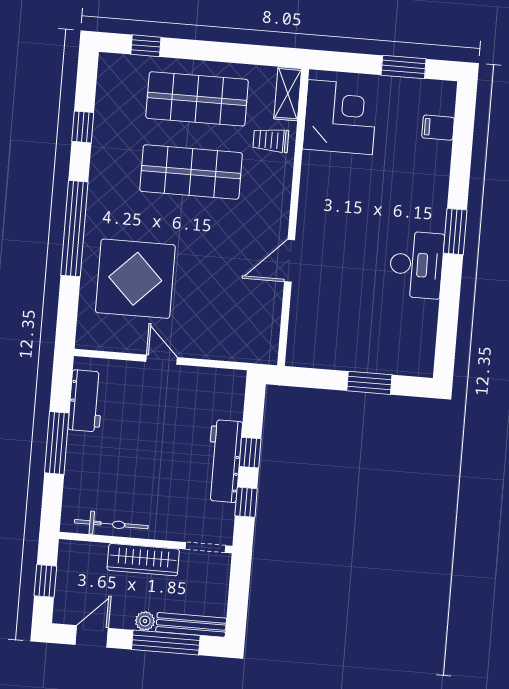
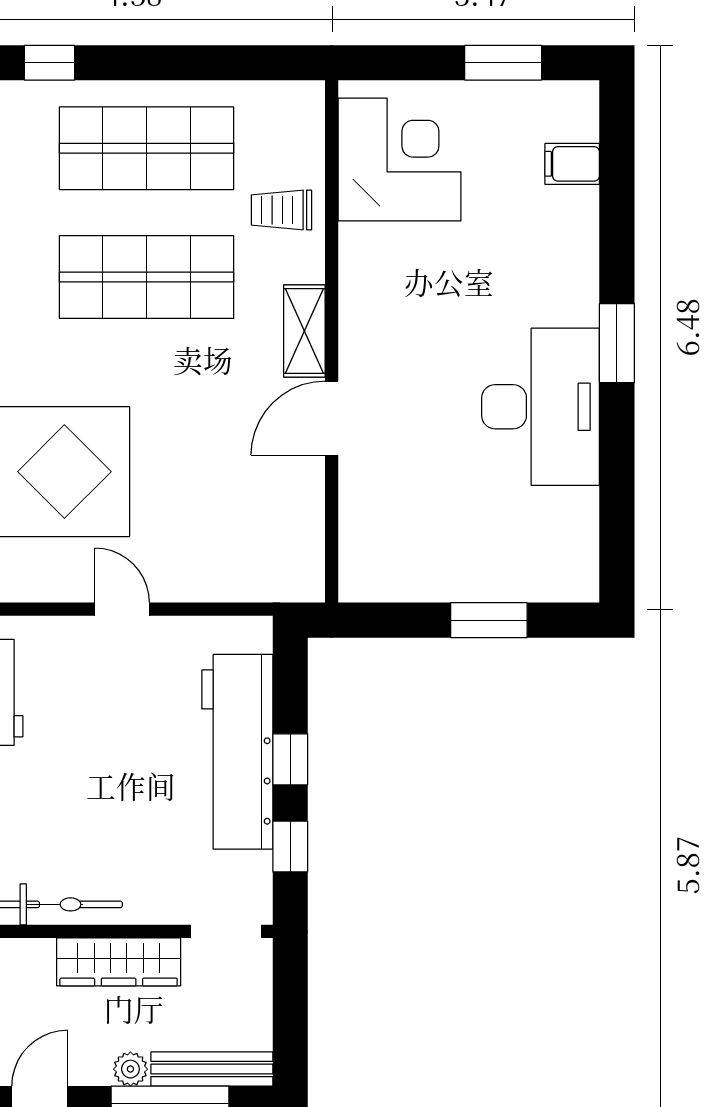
shelving: (288, 94) -> (304, 331), moved
desk: (416, 265) -> (541, 407), width x1.36, depth x1.30
workbench: (224, 461) -> (237, 752), width x1.36, depth x1.32

